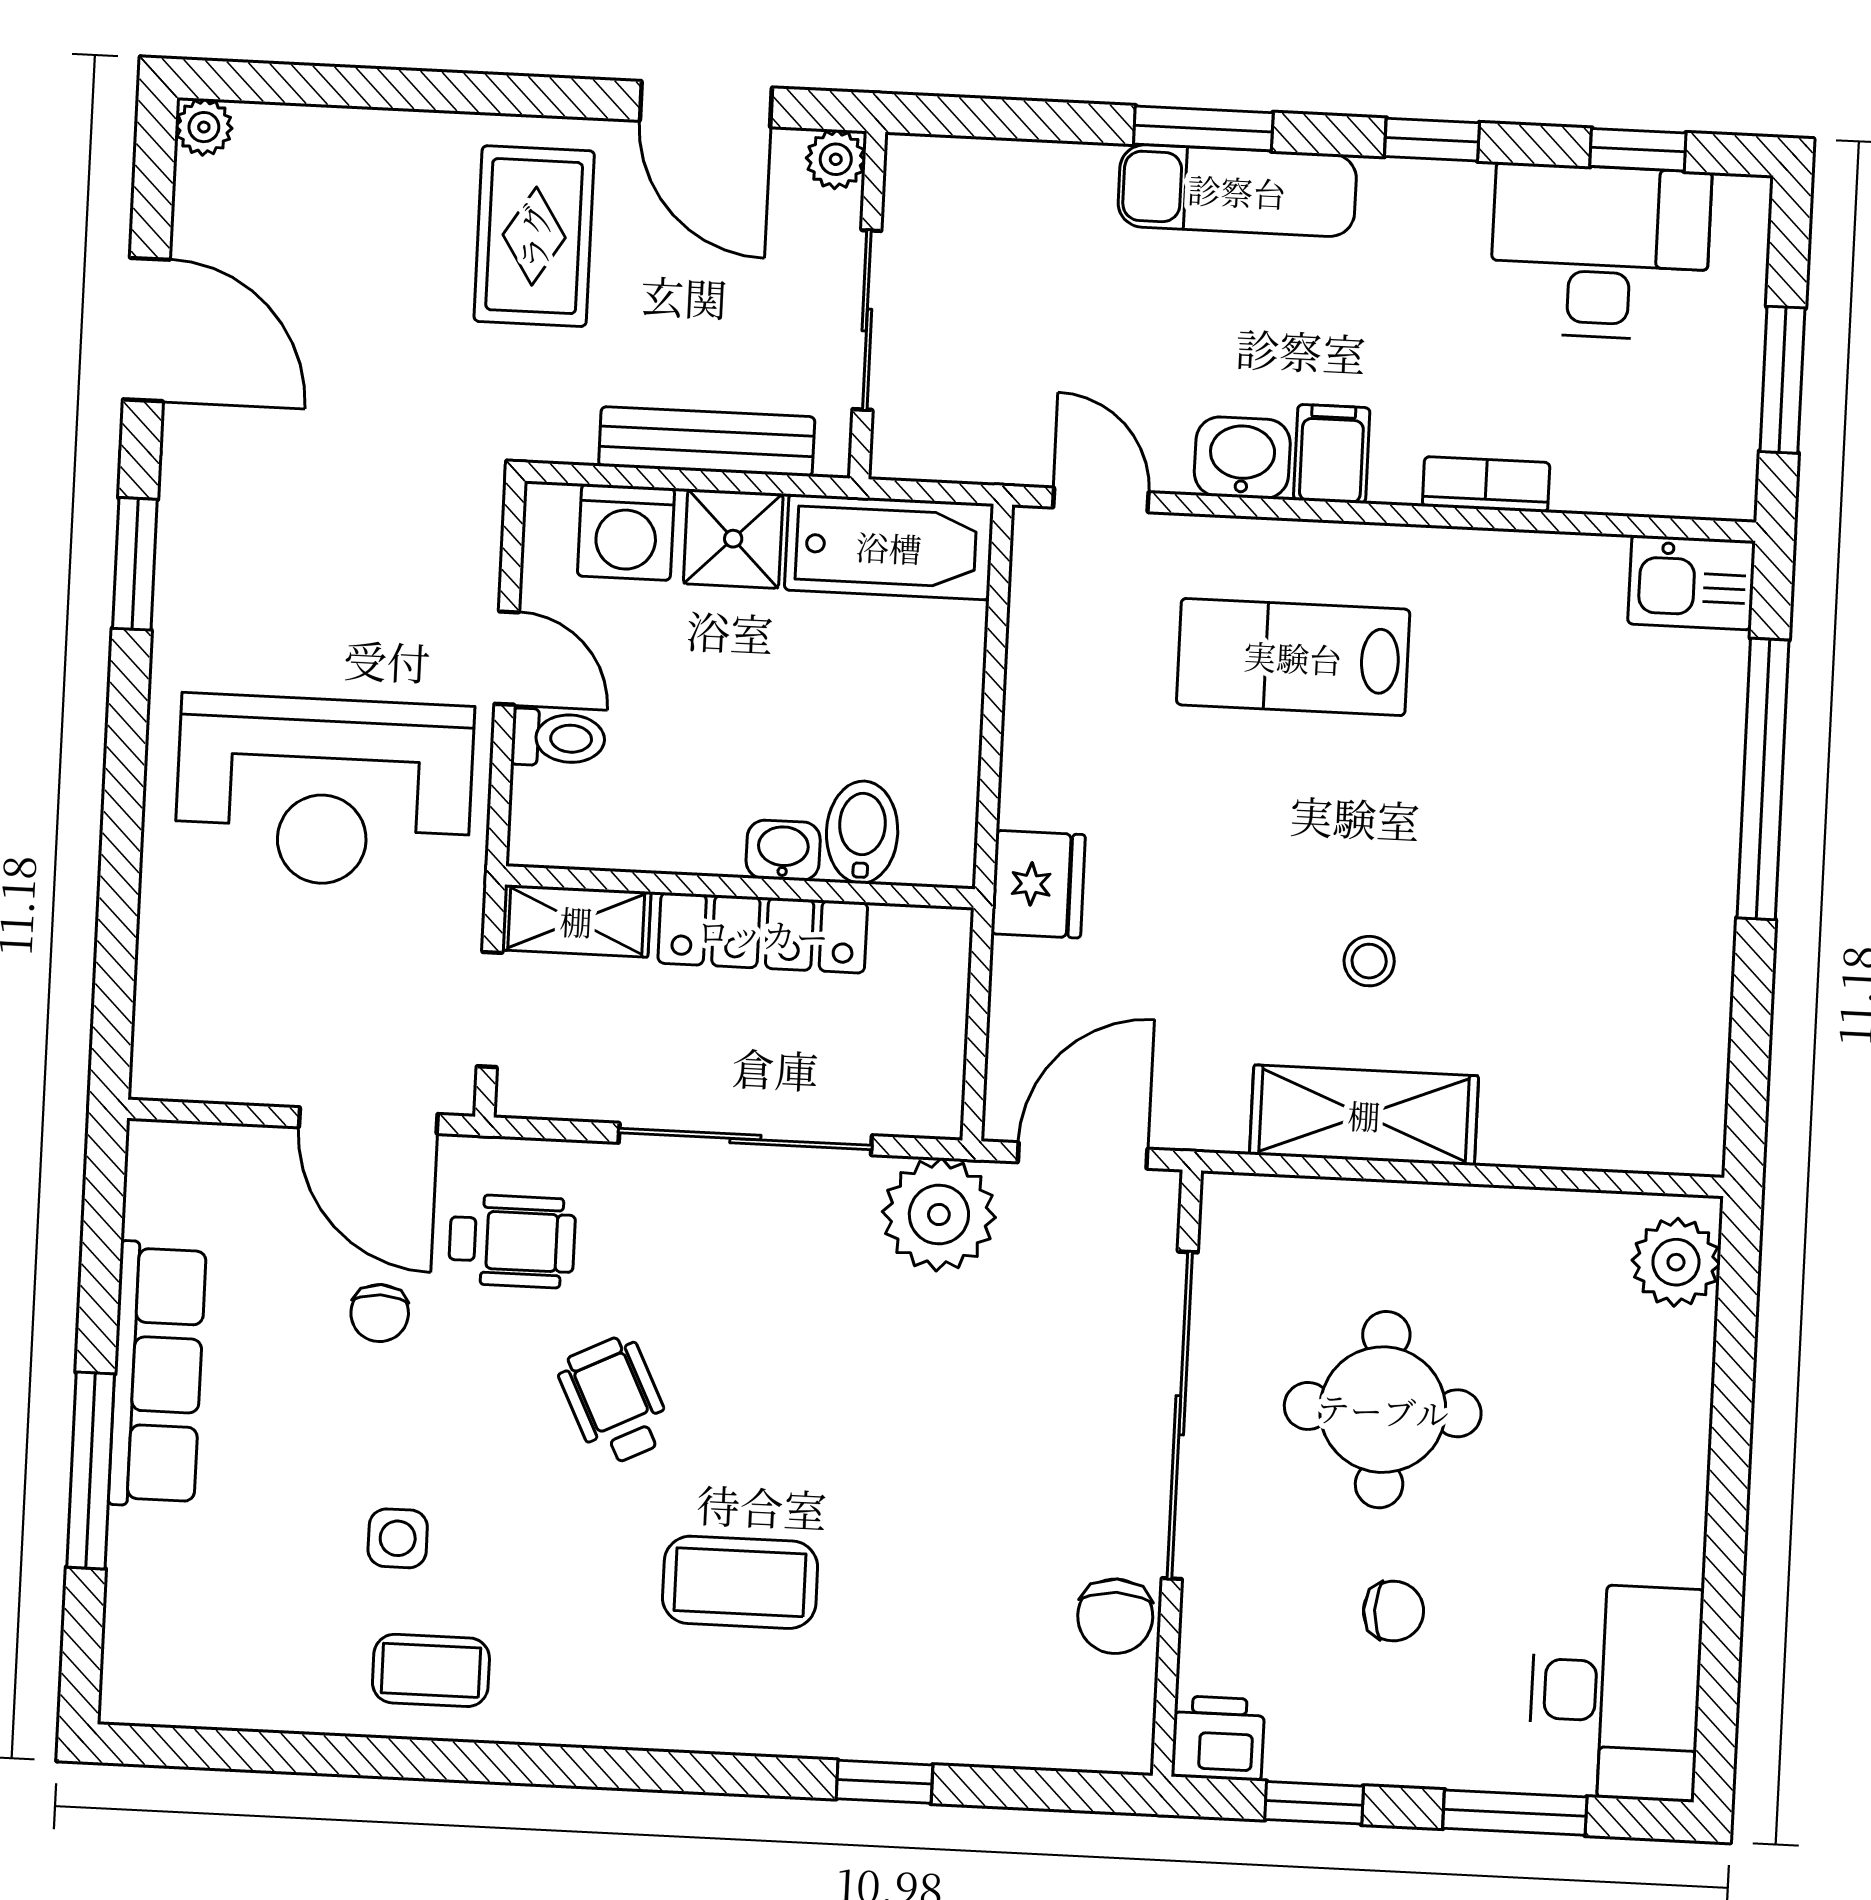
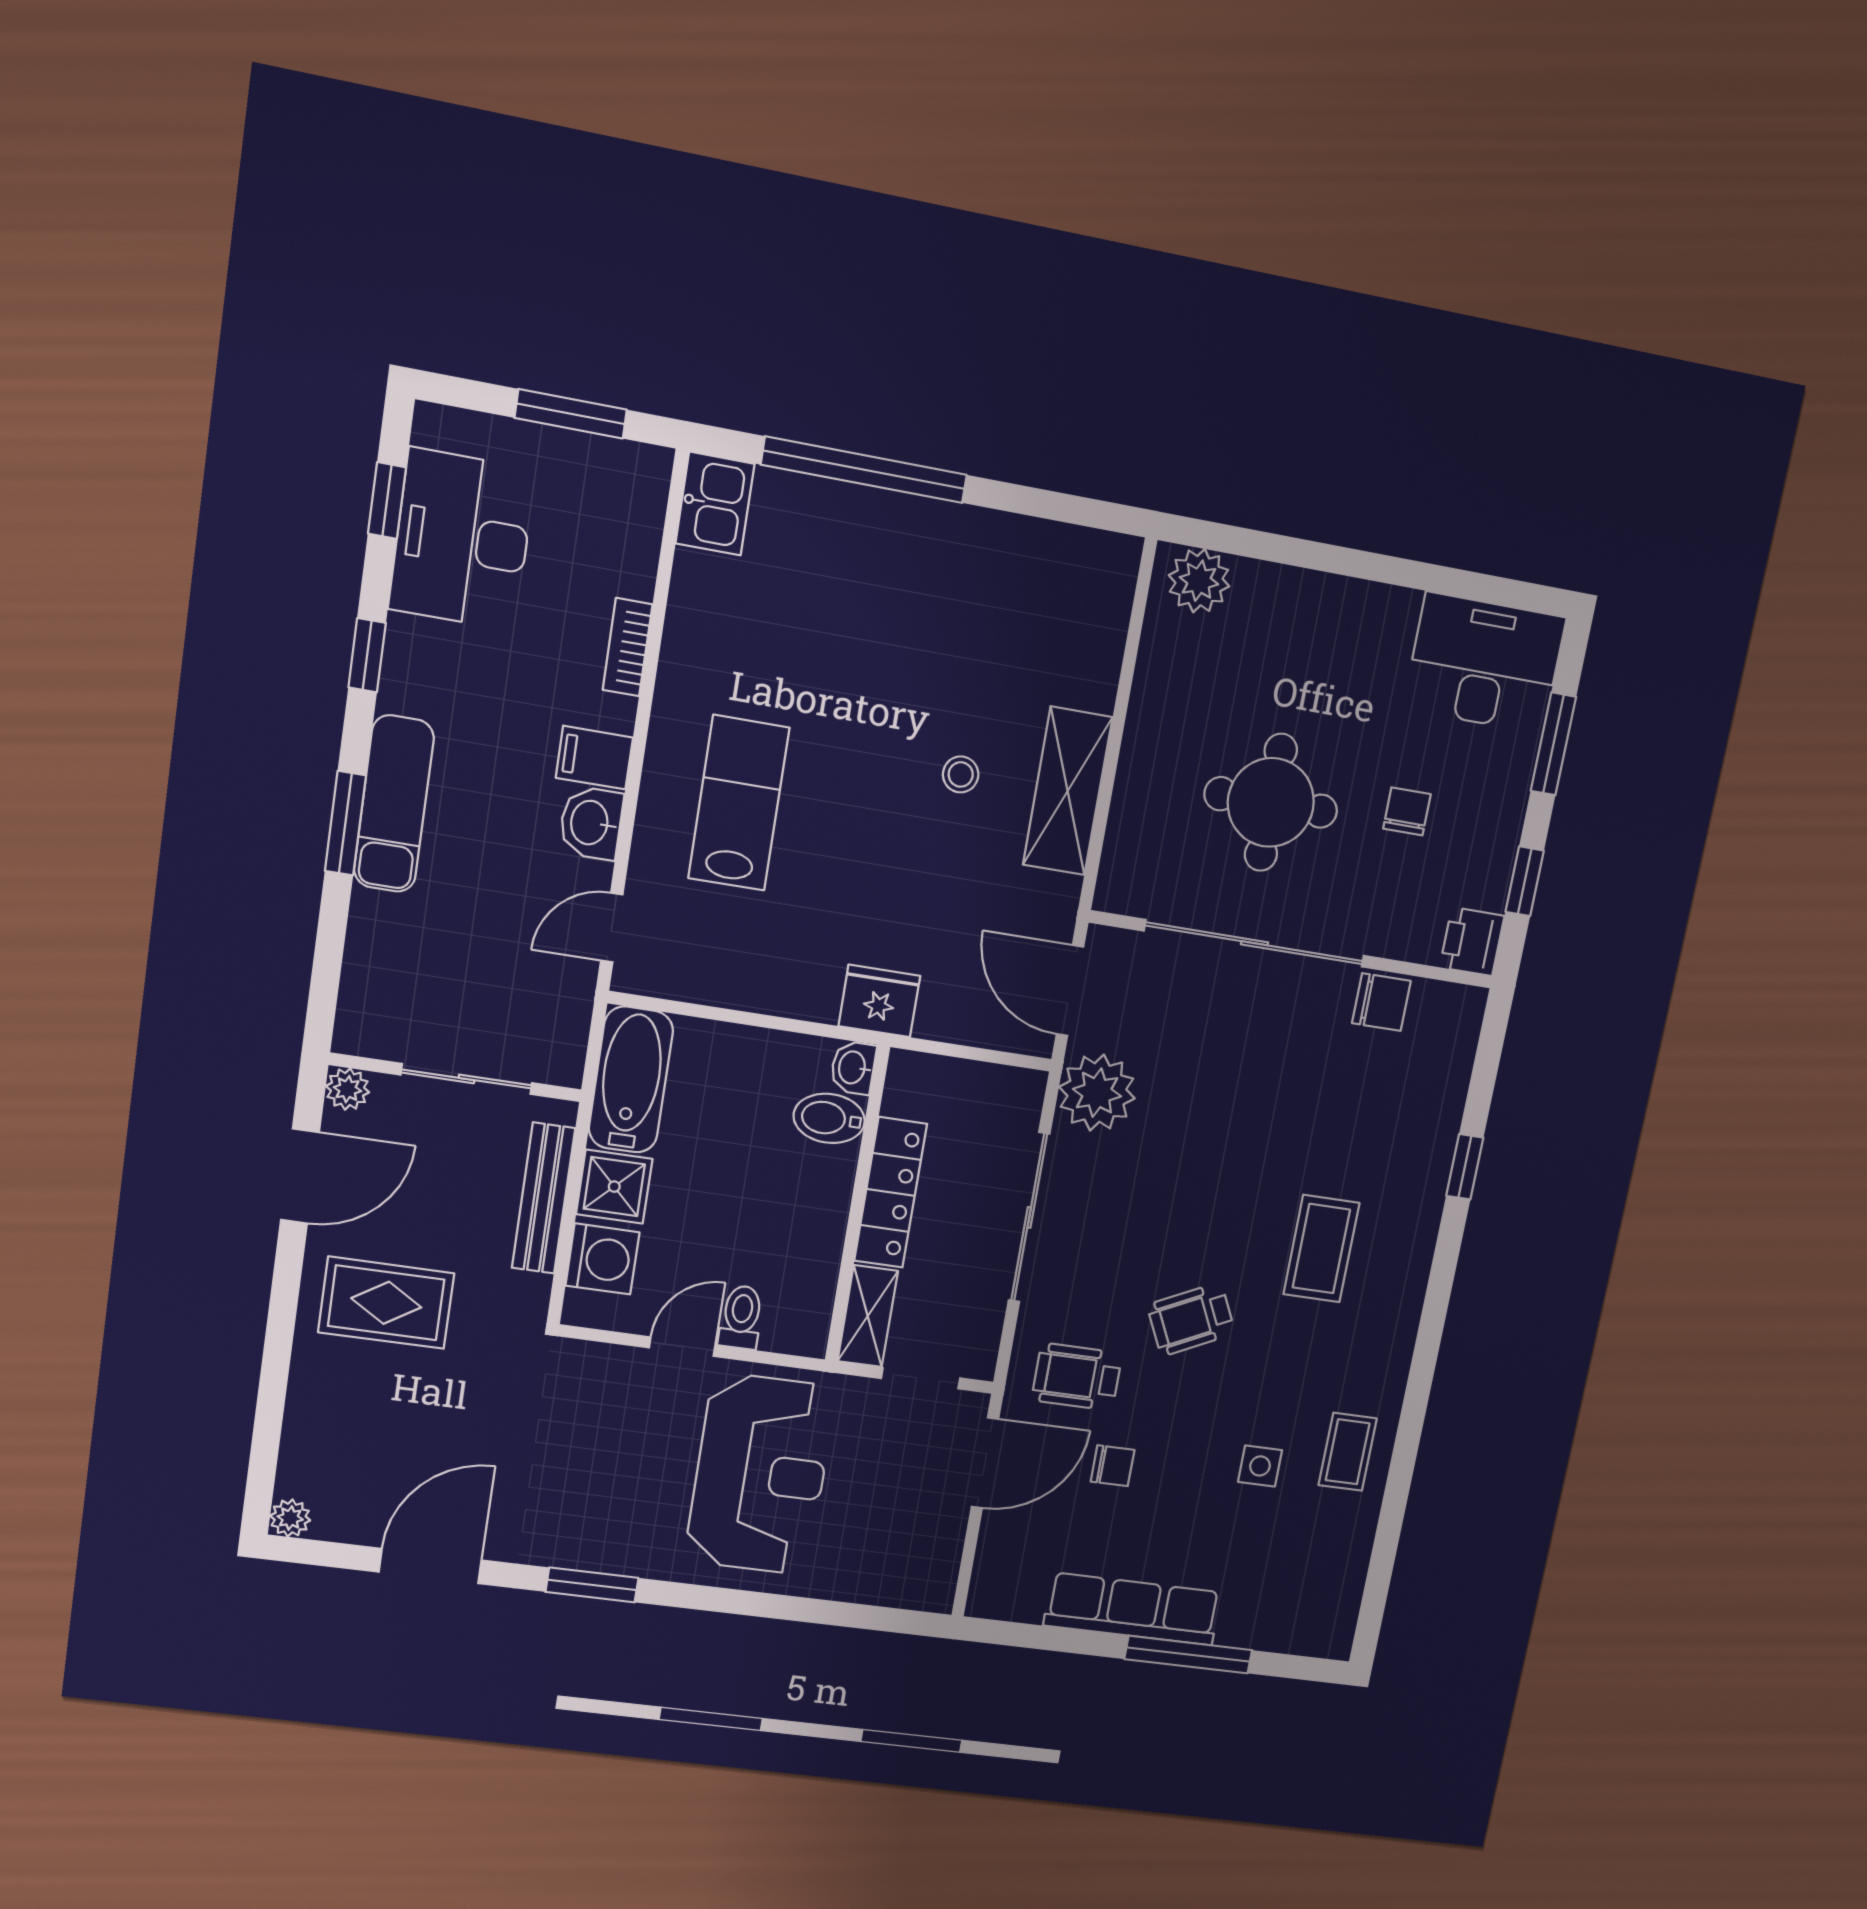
lab bench: (1293, 657) -> (739, 803), turned 180
washbasin: (783, 850) -> (853, 1068), moved
wheelchair: (512, 1241) -> (1077, 1377), turned -90

